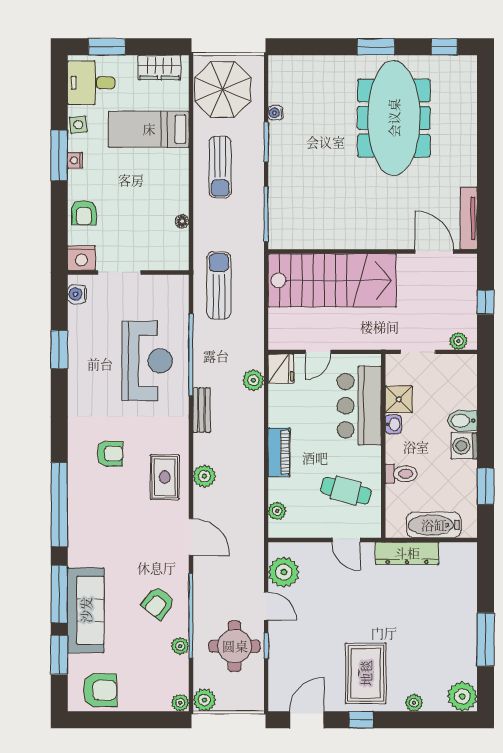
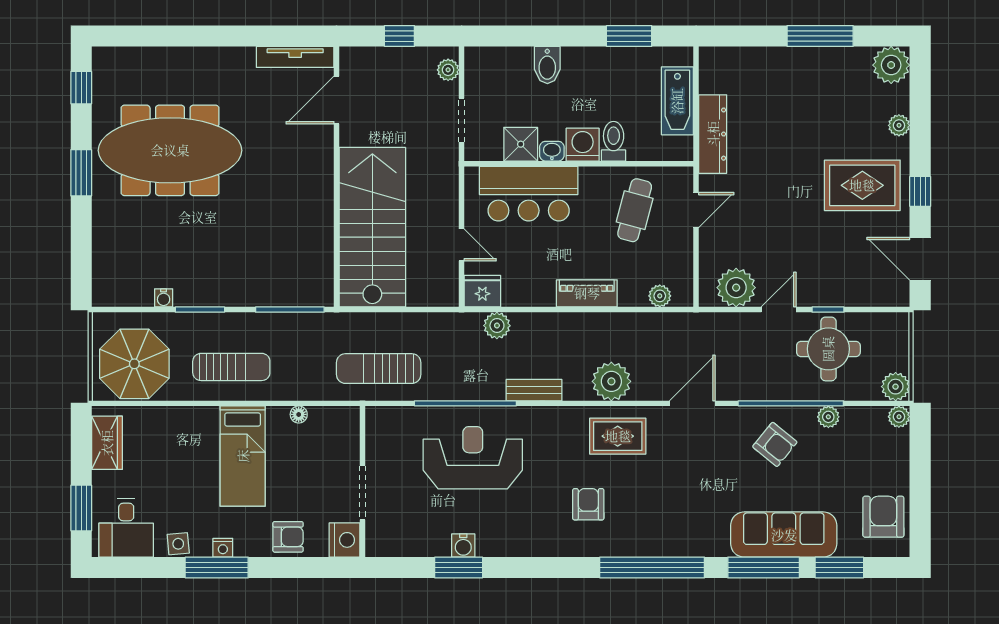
bed: (149, 129) -> (243, 456), moved
water cooler: (77, 294) -> (463, 545), moved
washing machine: (464, 446) -> (583, 145), moved, turned 180
plant: (204, 476) -> (611, 381), width x1.36, depth x1.36

